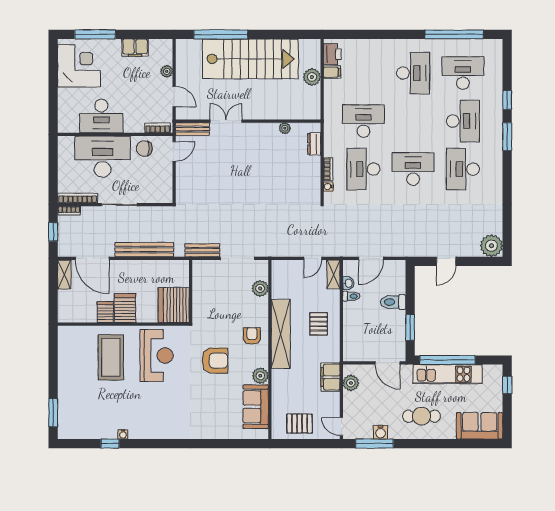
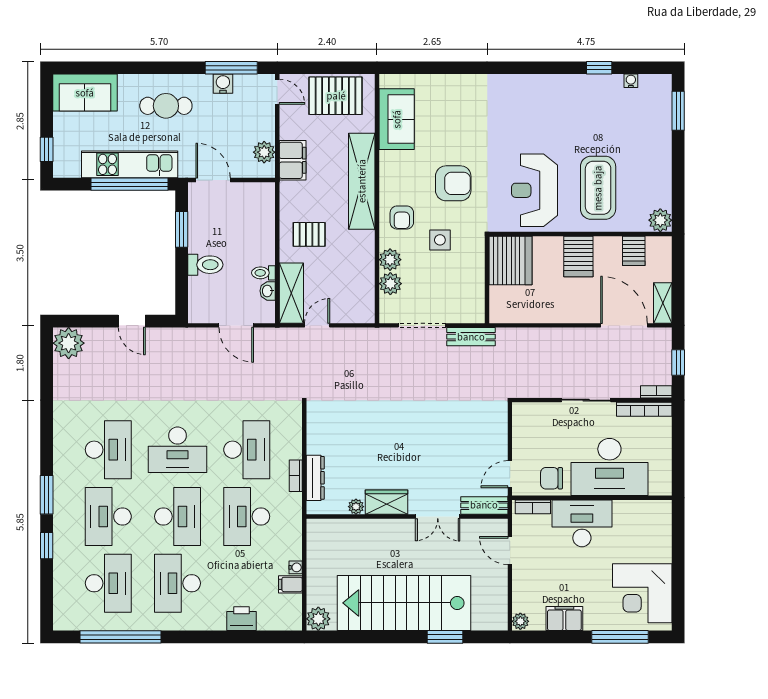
window: (221, 34) -> (445, 637), width x0.47
printer: (332, 54) -> (242, 619), moved, turned 90
plant: (167, 71) -> (520, 621), moved
desk: (463, 73) -> (108, 583), turned -90
plant: (312, 77) -> (318, 619), moved
desk: (101, 116) -> (582, 523), moved
desk: (363, 121) -> (247, 516), turned 90
desk: (413, 121) -> (177, 516), added
wardrobe: (263, 131) -> (387, 502), added
dresser: (314, 144) -> (315, 478), width x1.44
chair: (144, 149) -> (552, 478), turned 180
bookcase: (328, 169) -> (296, 476), moved
water cooler: (328, 187) -> (296, 567), moved
bench: (144, 250) -> (552, 338), removed
door: (371, 258) -> (236, 325), swing flipped
door: (446, 261) -> (132, 321), swing flipped
shelving: (333, 274) -> (291, 293), width x1.50, depth x1.33
server rack: (105, 312) -> (634, 251), moved
side table: (224, 320) -> (440, 240), added
pallet: (319, 324) -> (309, 234), turned 90
plant: (66, 334) -> (660, 220), added
shelving: (281, 334) -> (362, 181), moved
armchair: (215, 361) -> (453, 183), turned 180
plant: (260, 376) -> (390, 260), moved
pallet: (300, 424) -> (336, 96), width x1.50, depth x1.42
water cooler: (123, 434) -> (631, 81), moved

